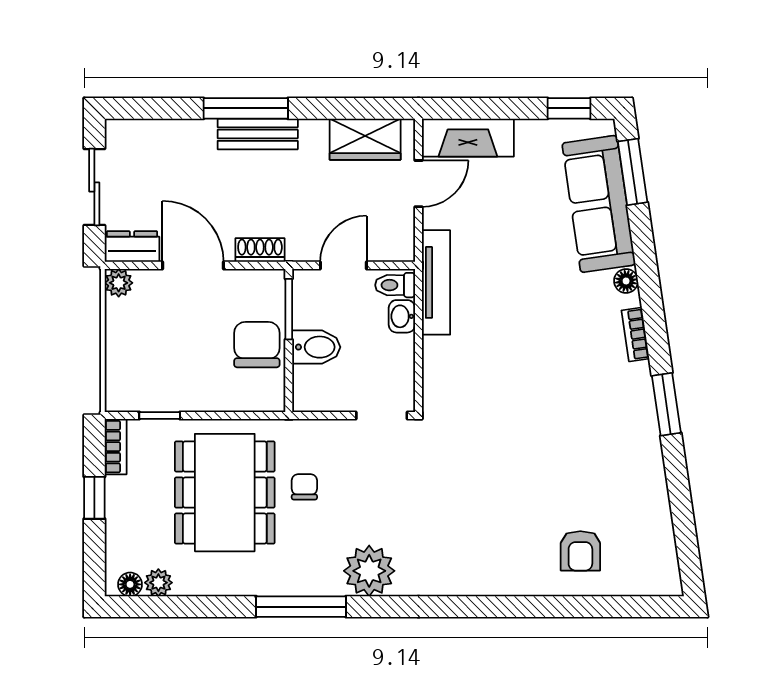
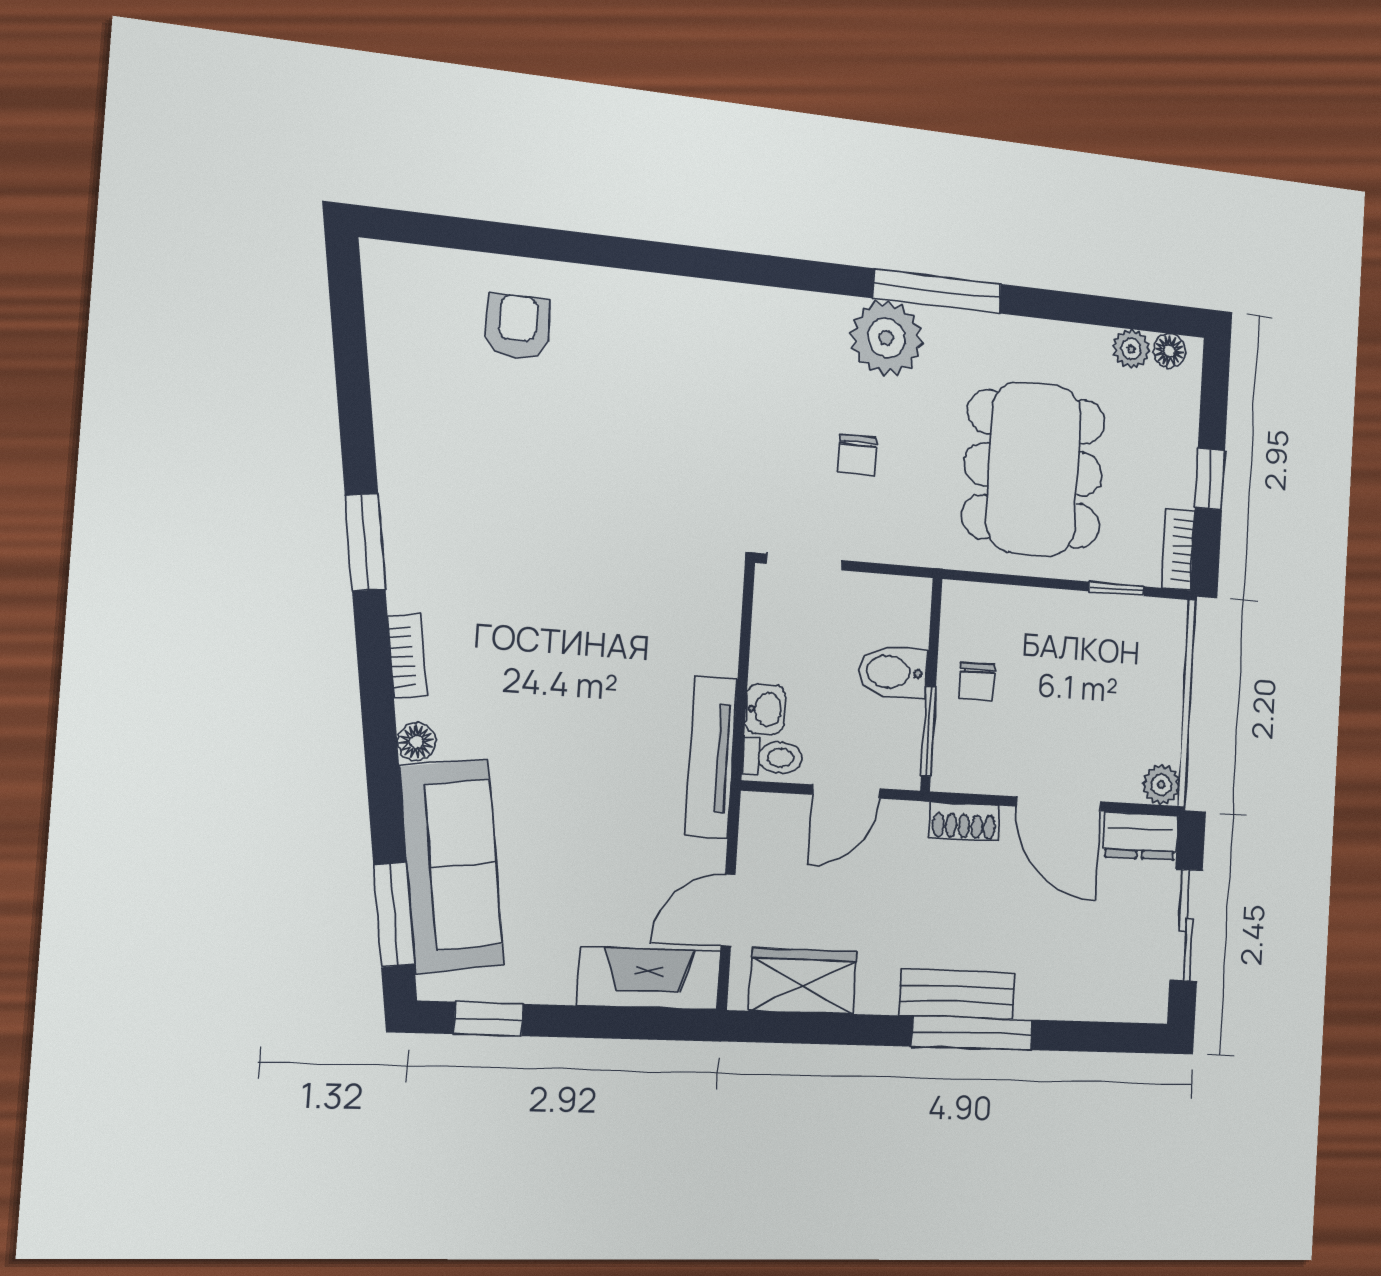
chair: (257, 345) -> (977, 682), width x0.54, depth x0.54
chair: (304, 487) -> (857, 455), moved
plant: (369, 571) -> (886, 338), moved

